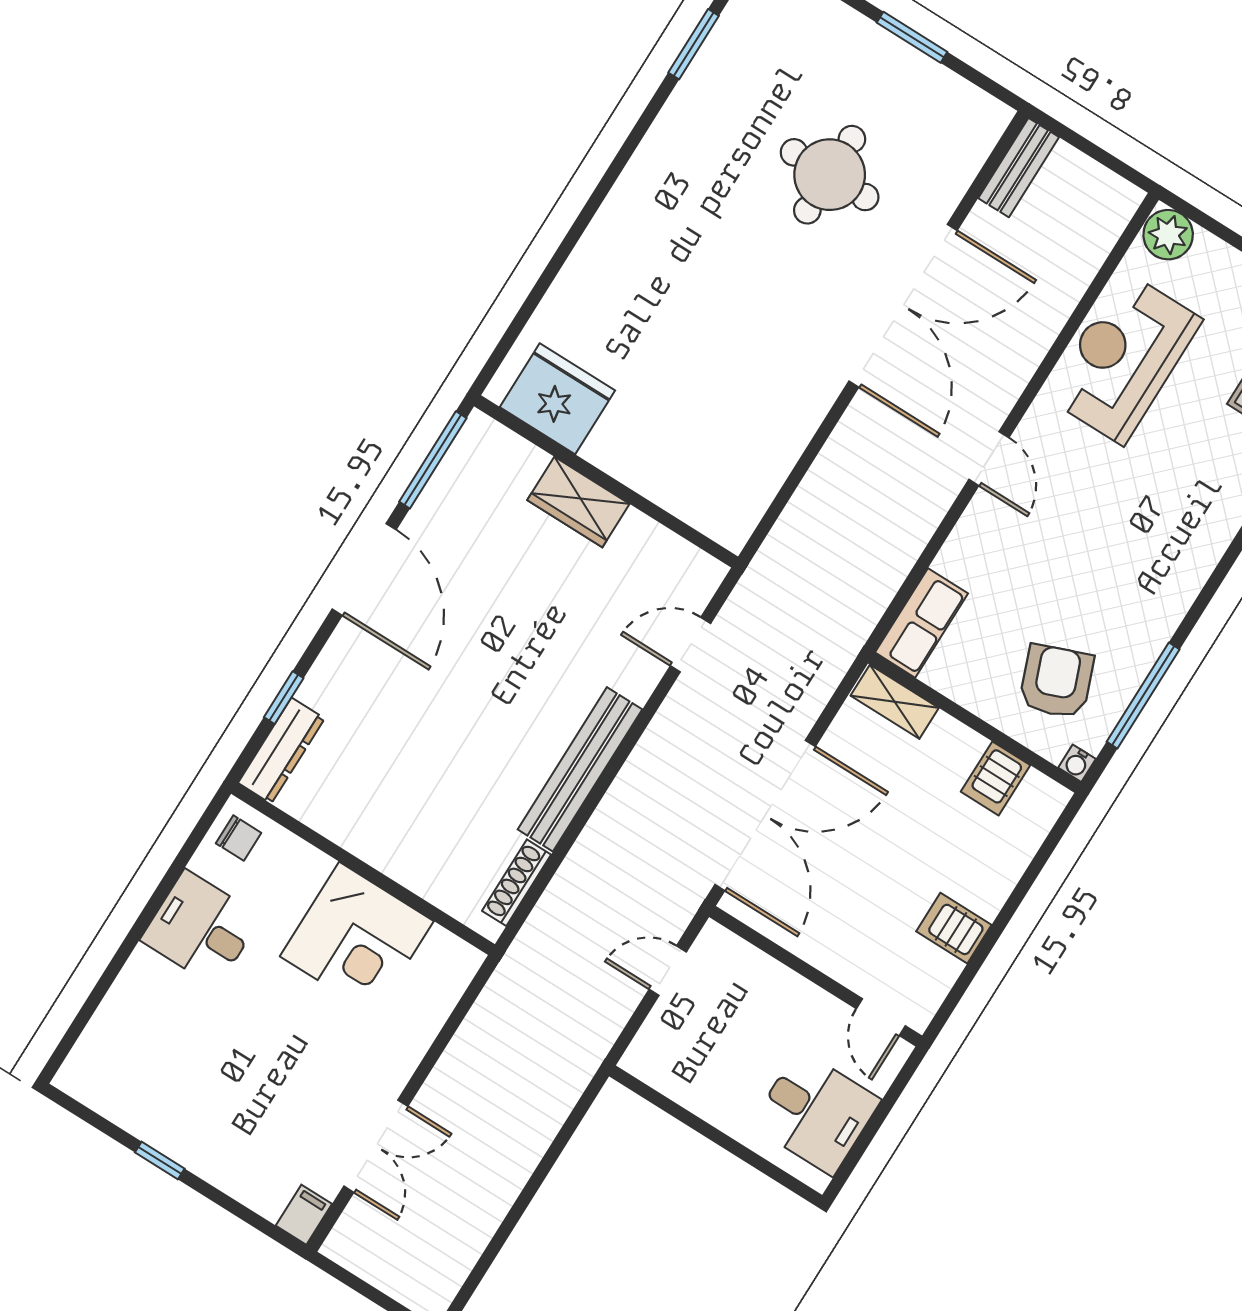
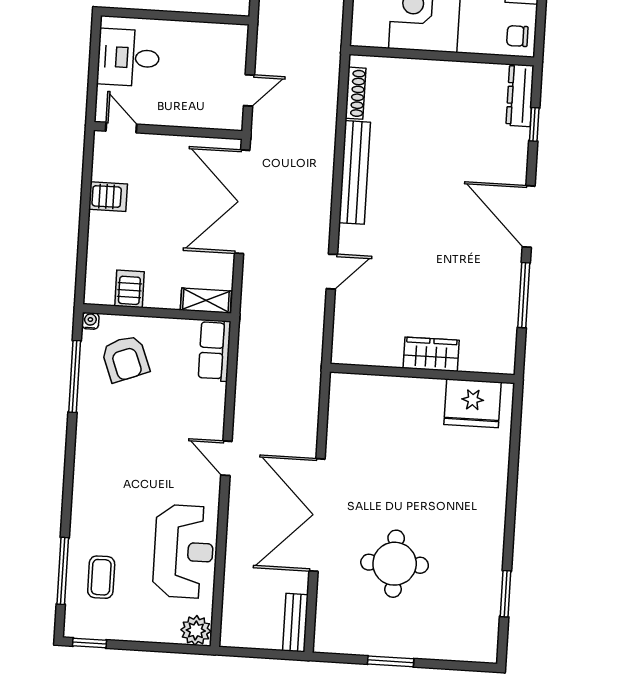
fridge: (557, 399) -> (473, 403), moved
wall: (606, 481) -> (422, 373), moved
wardrobe: (578, 502) -> (431, 354), moved

